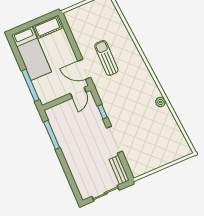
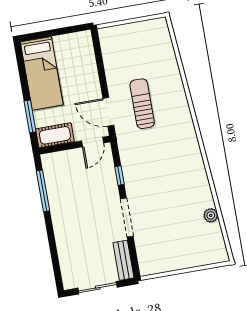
cot: (47, 27) -> (55, 135), moved
window: (30, 85) -> (30, 116), width x0.69
plant: (160, 102) -> (211, 215), moved

